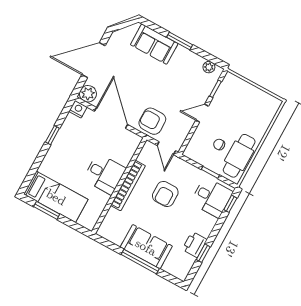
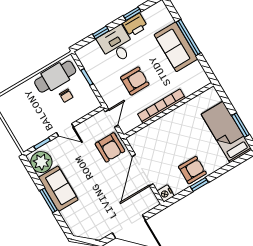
sofa: (154, 44) -> (58, 189), moved
plant: (209, 67) -> (41, 162), width x1.87, depth x1.87
plant: (88, 94) -> (150, 201), removed
armchair: (66, 144) -> (192, 170), added
desk: (104, 174) -> (175, 127), removed
desk: (212, 197) -> (117, 45), moved
window: (230, 204) -> (101, 32), moved

